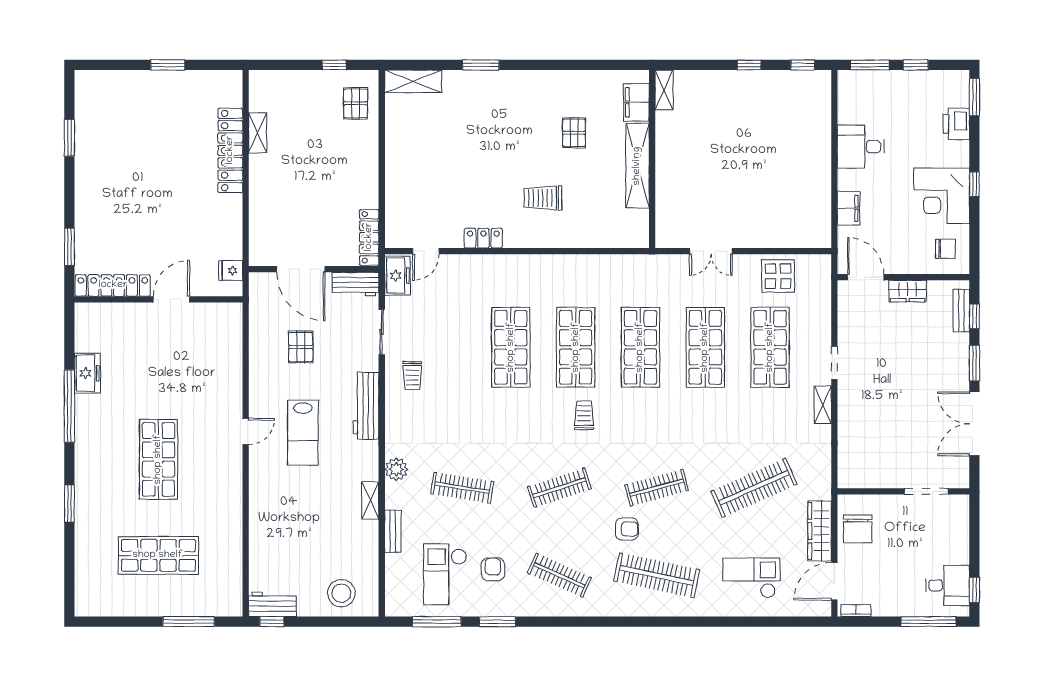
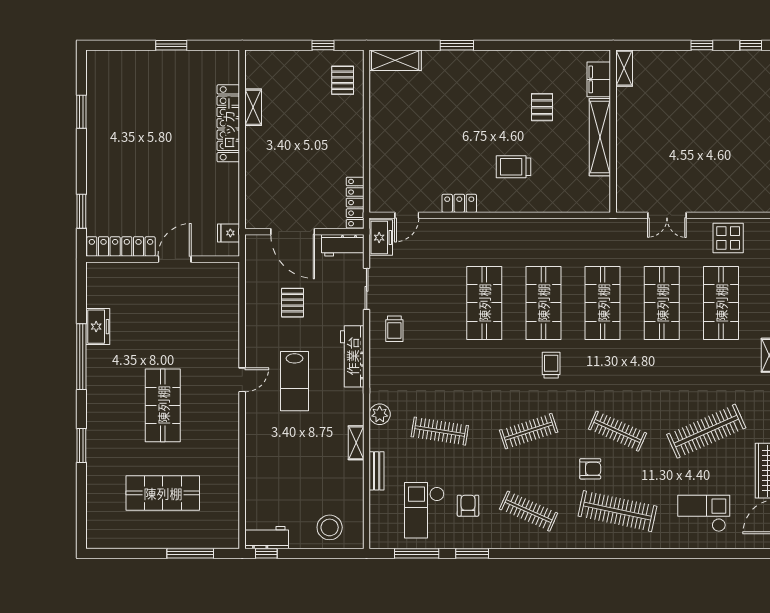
clothes rail: (657, 488) -> (617, 431), turned 39

